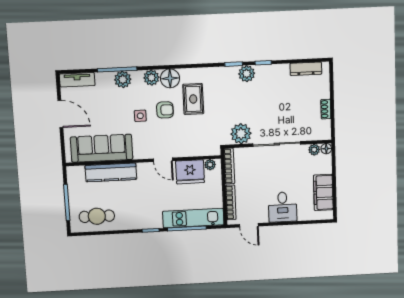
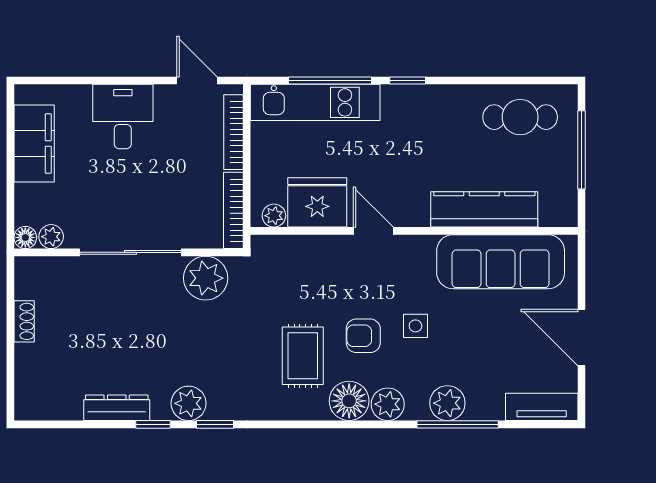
dresser: (306, 69) -> (117, 408), moved

